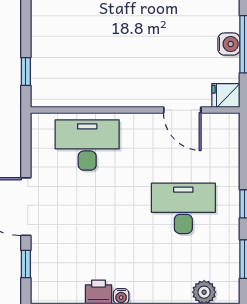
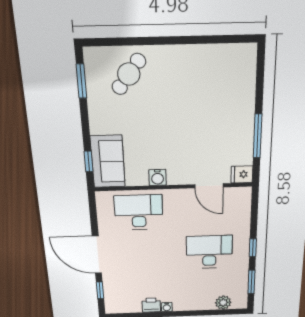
water cooler: (229, 44) -> (158, 177), moved, turned 90
sofa: (51, 72) -> (108, 162), added

